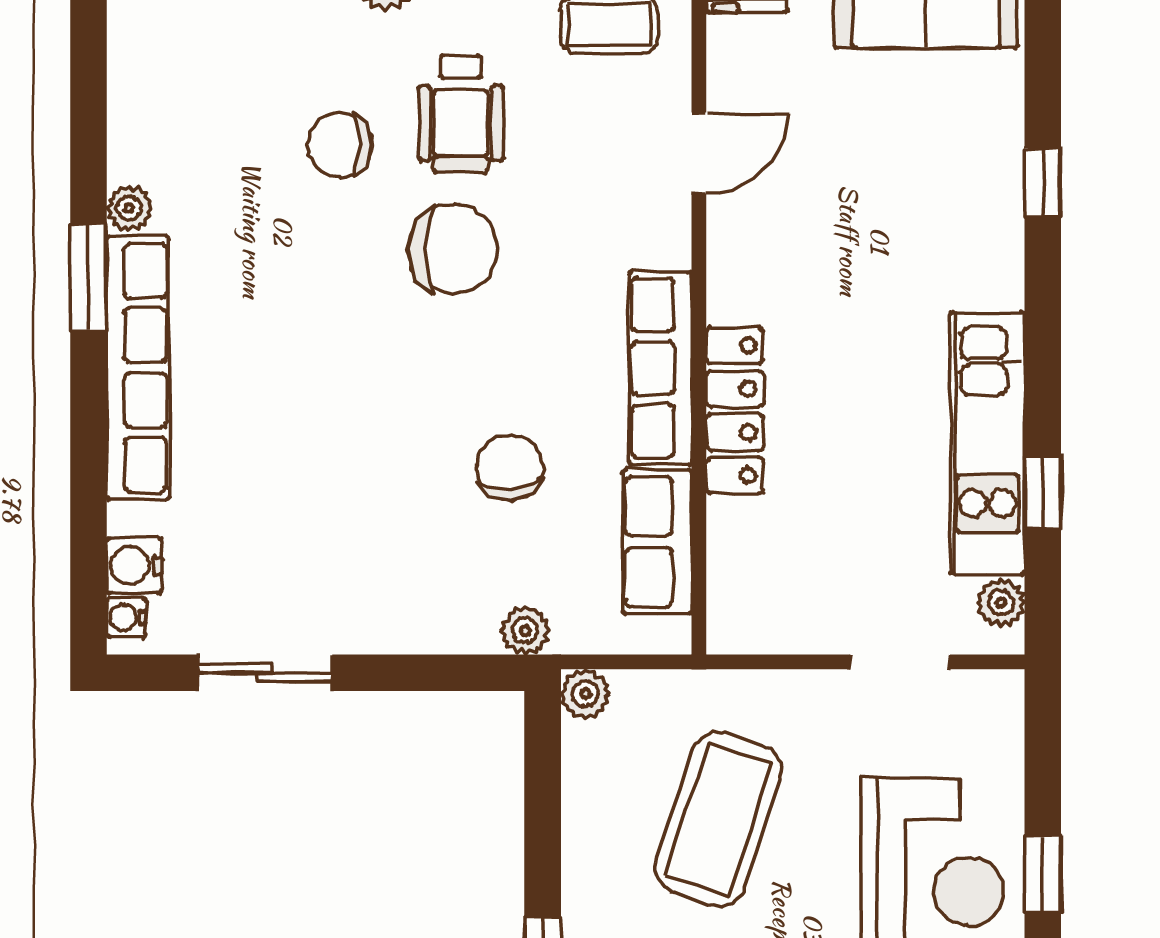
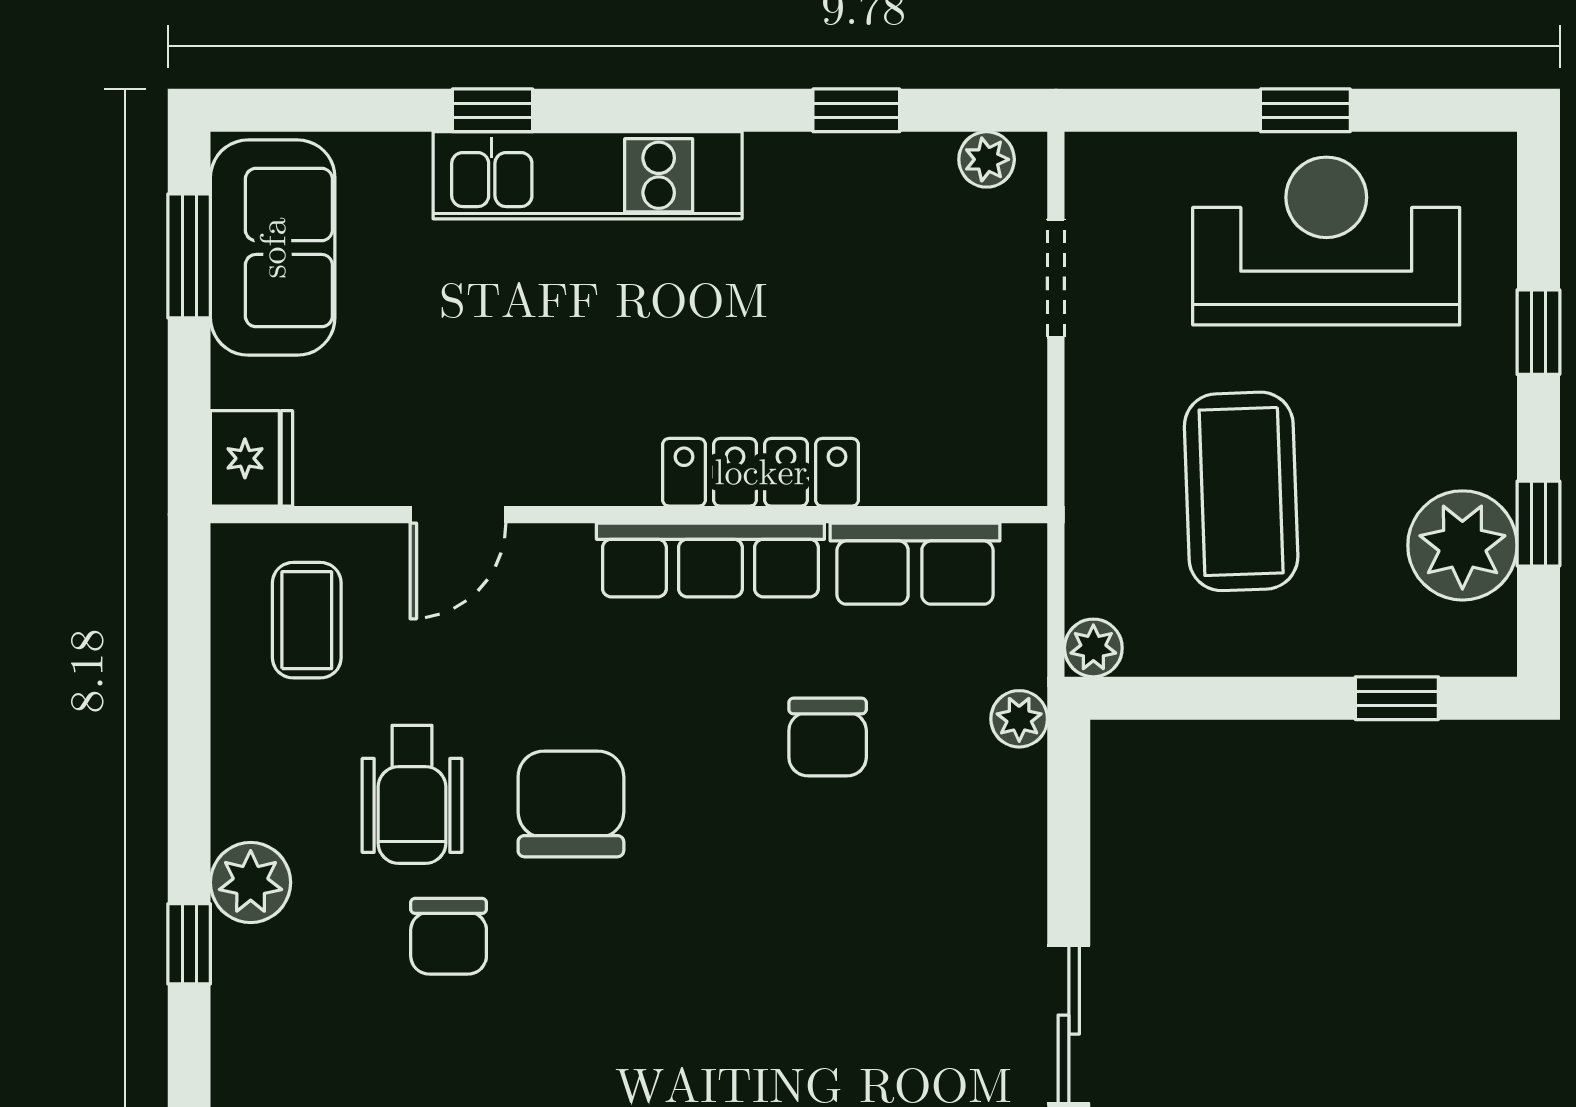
wheelchair: (461, 114) -> (412, 794), turned 90
door: (699, 153) -> (458, 515), swing flipped
kitchen unit: (988, 443) -> (588, 175), moved
chair: (510, 467) -> (828, 737), turned -86
coffee table: (718, 819) -> (1241, 491), turned 70

